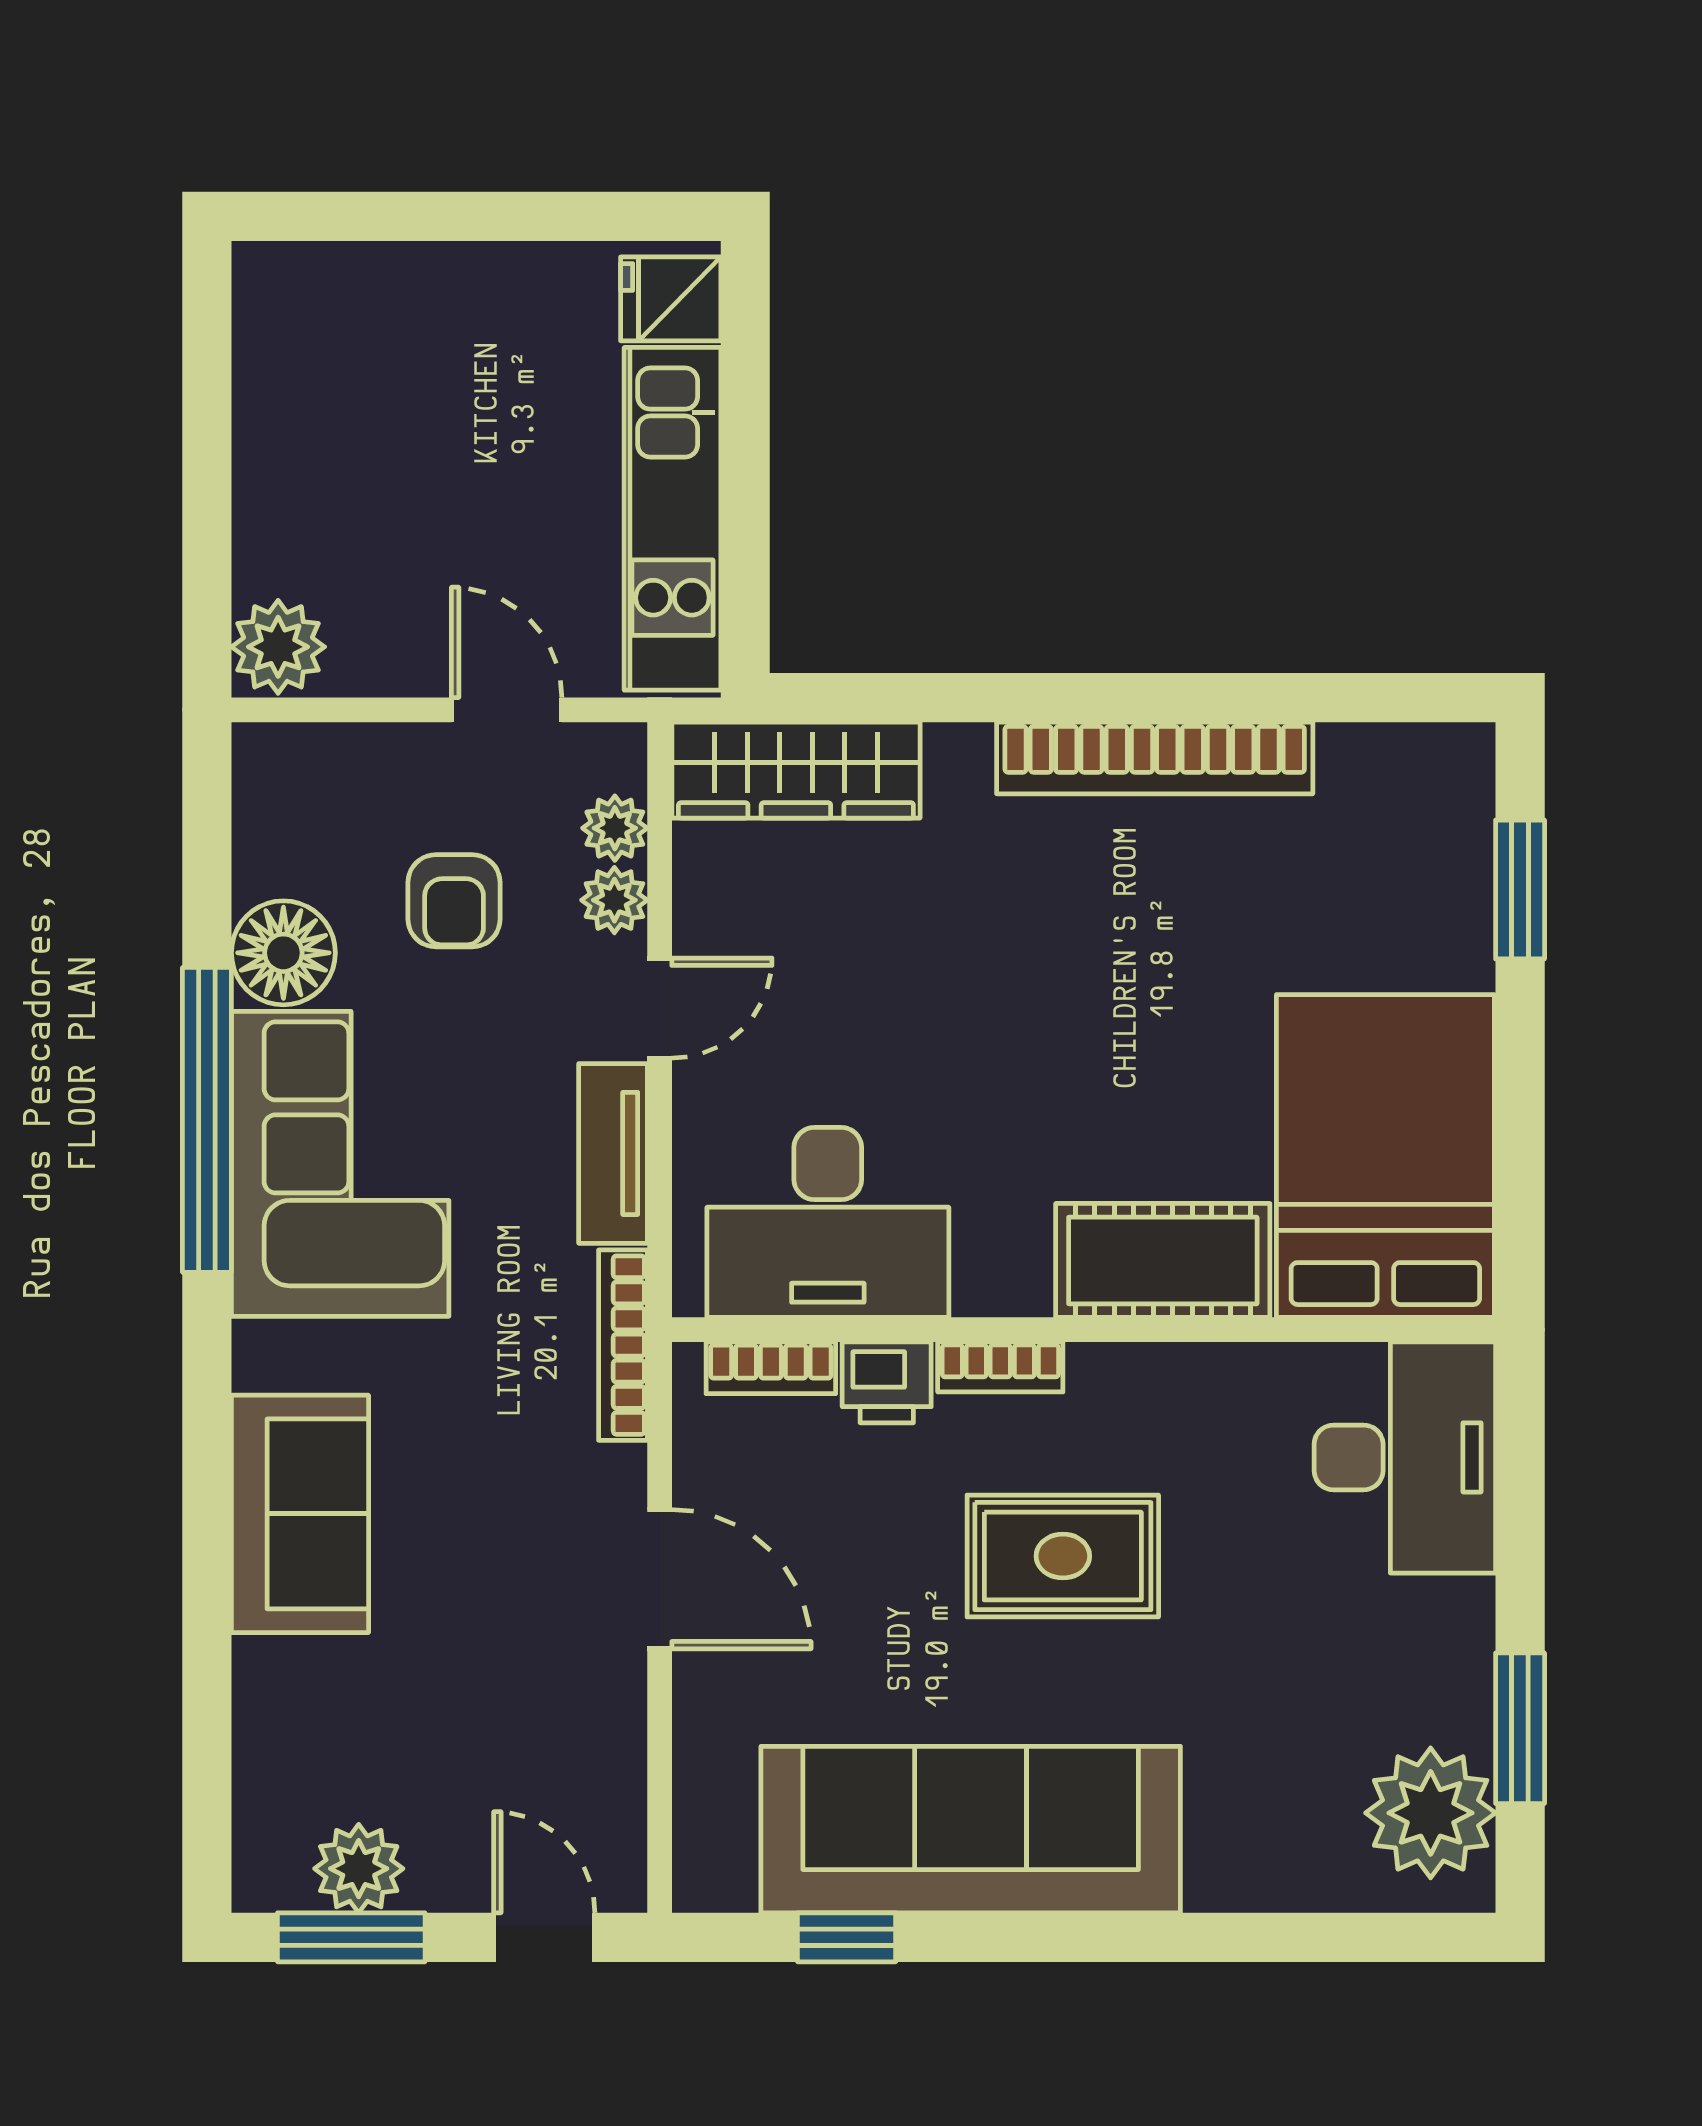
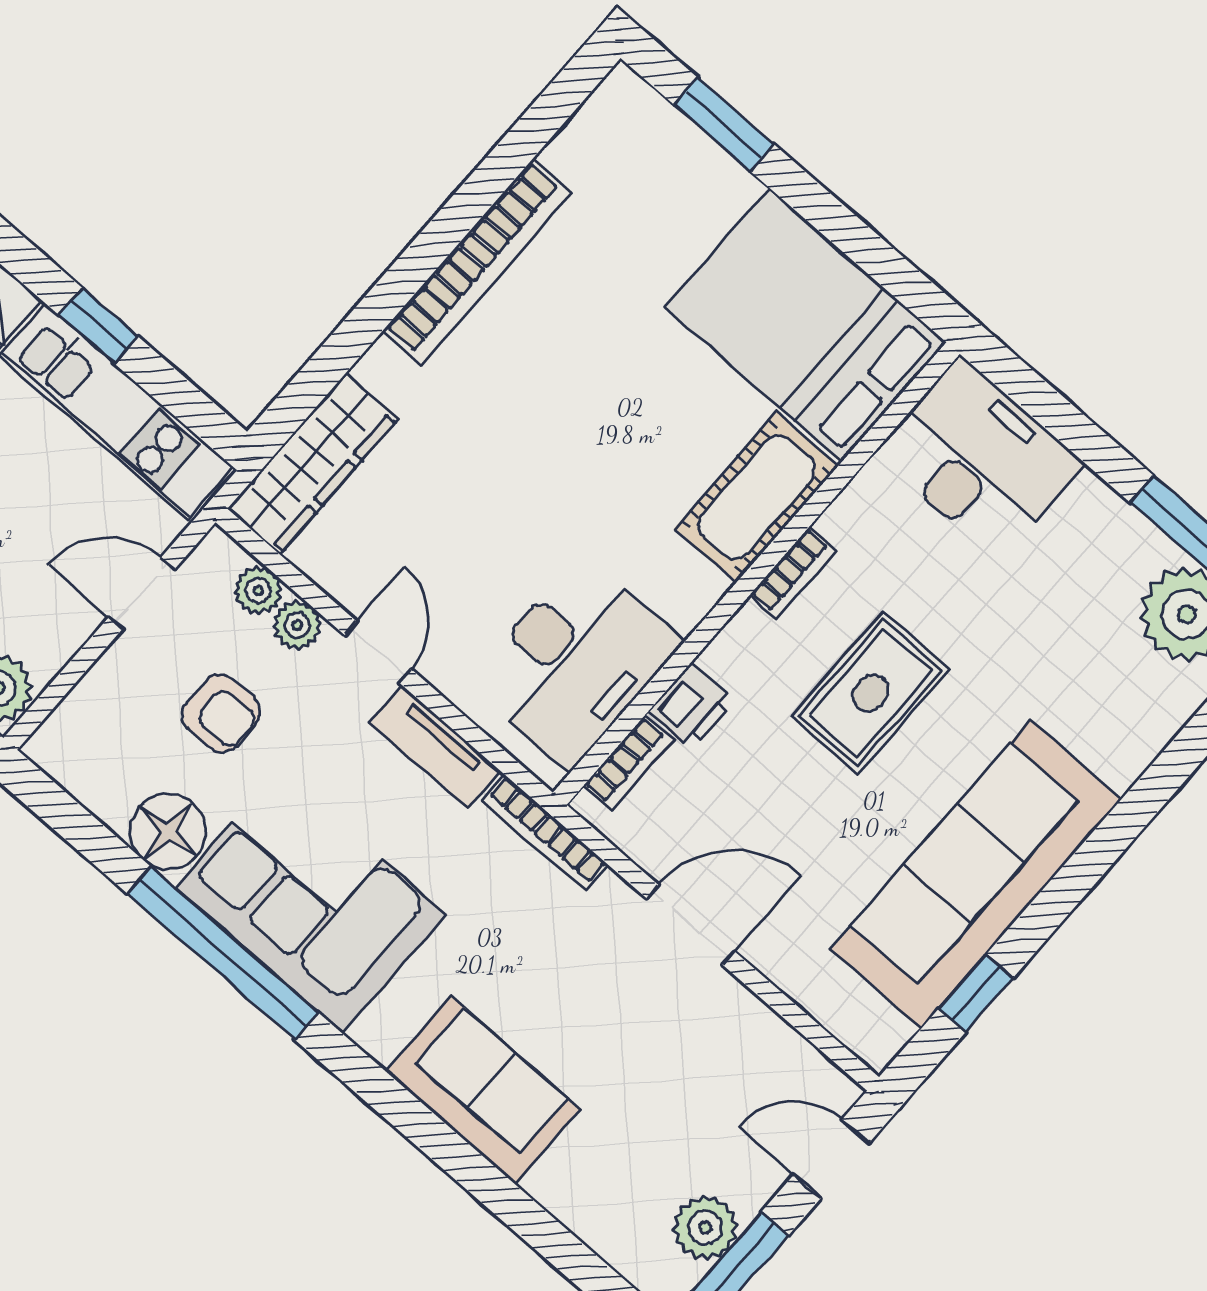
window: (745, 423) -> (98, 326), added
bookcase: (1000, 1367) -> (793, 573), moved

